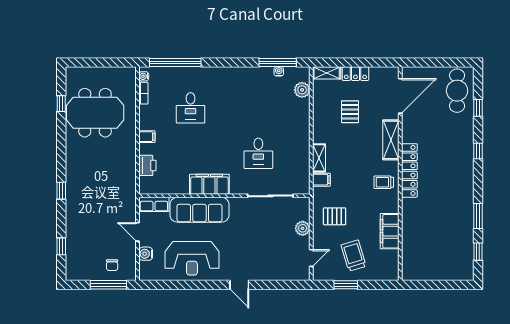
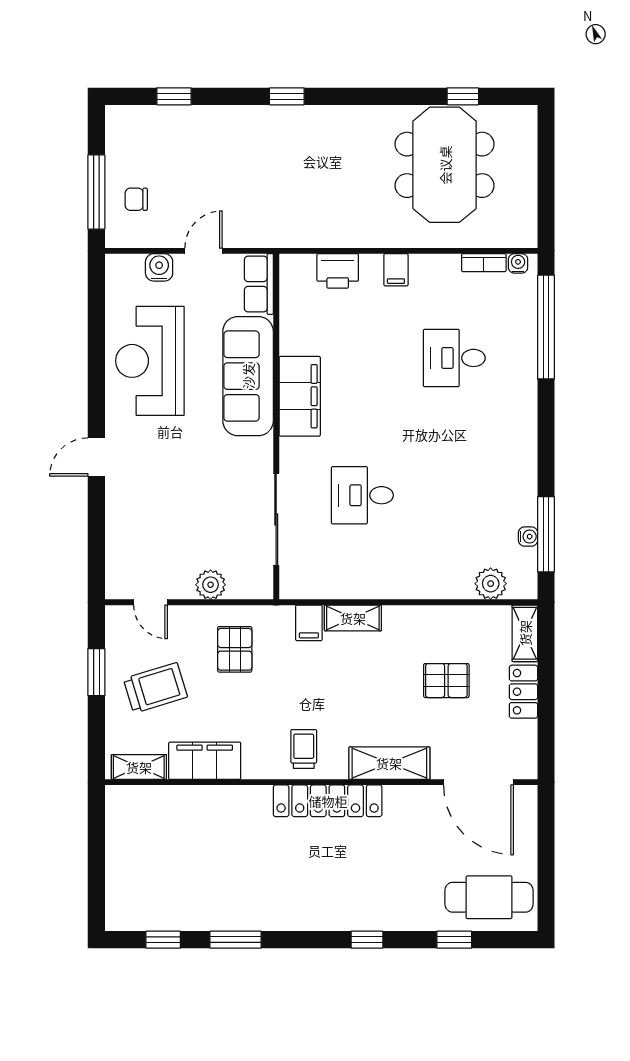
shelving: (393, 264) -> (139, 767), added

